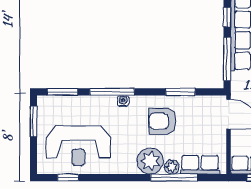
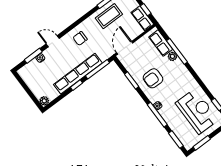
armchair: (162, 121) -> (153, 78), turned 90
plant: (150, 161) -> (178, 69), removed

